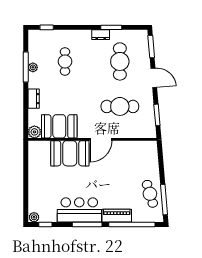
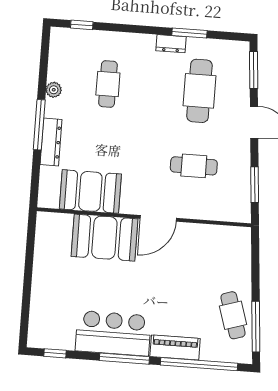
window: (26, 67) -> (39, 125), moved
dresser: (34, 99) -> (51, 142), width x1.44
cafe table: (120, 106) -> (194, 166), width x0.73, depth x0.74
plant: (34, 132) -> (48, 198), removed
plant: (34, 217) -> (37, 340), removed

